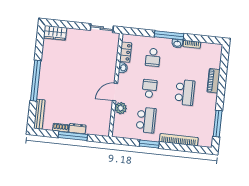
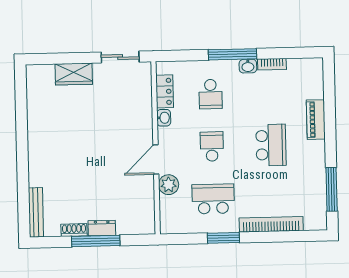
wardrobe: (55, 33) -> (74, 74), moved
window: (36, 81) -> (22, 158), removed
school desk: (146, 120) -> (213, 199), turned -90

